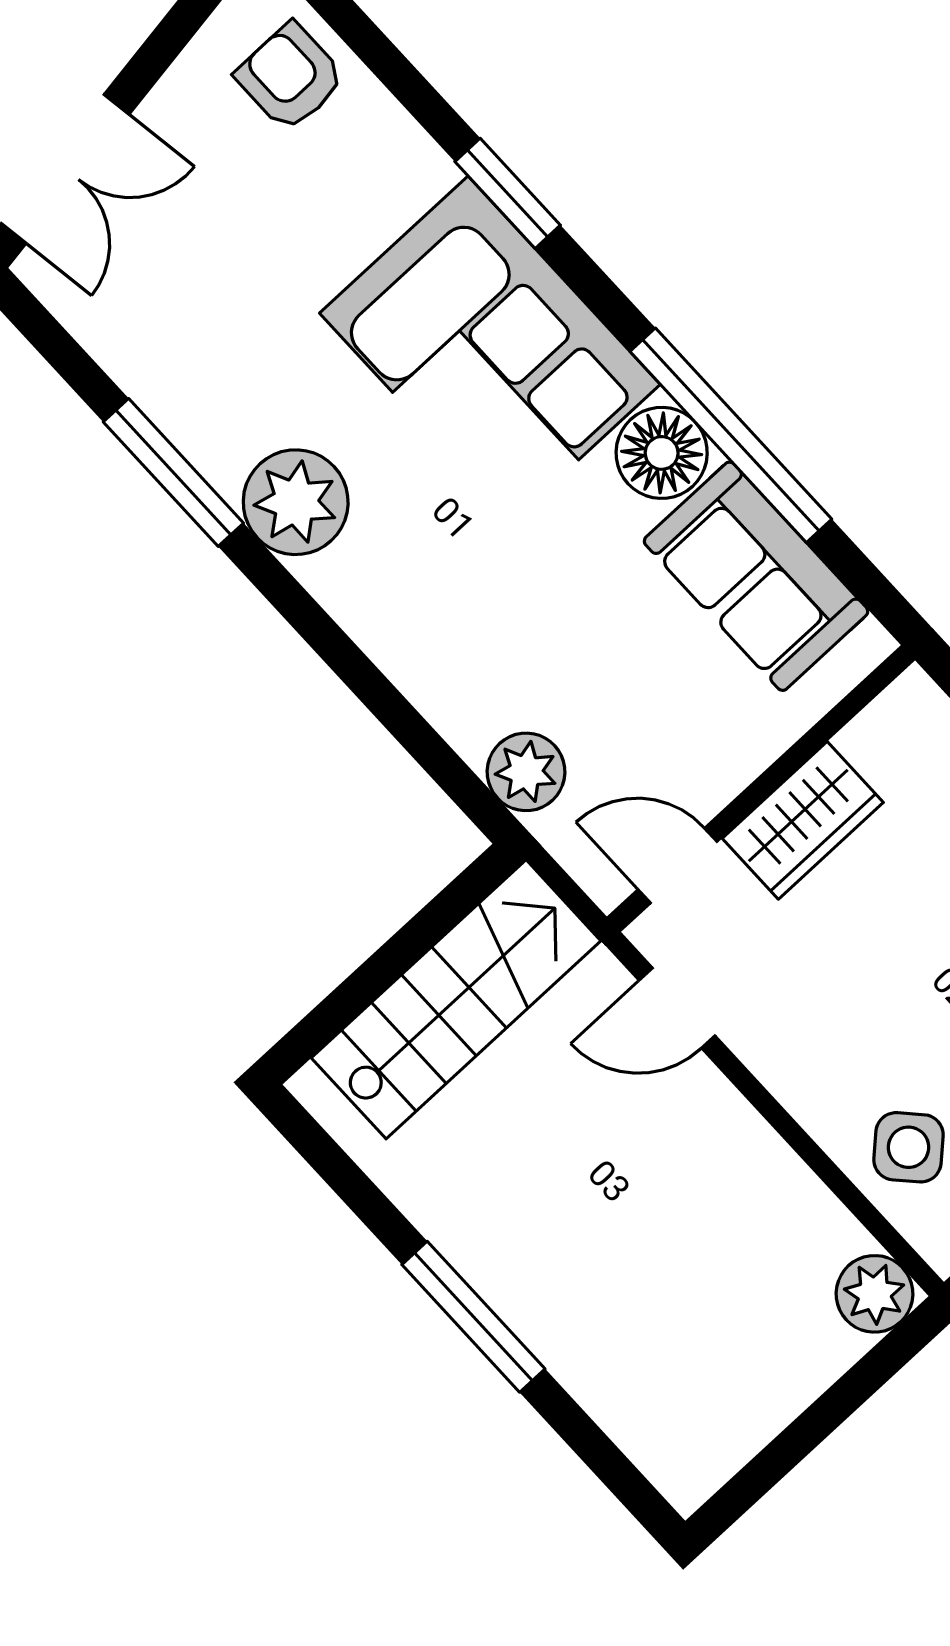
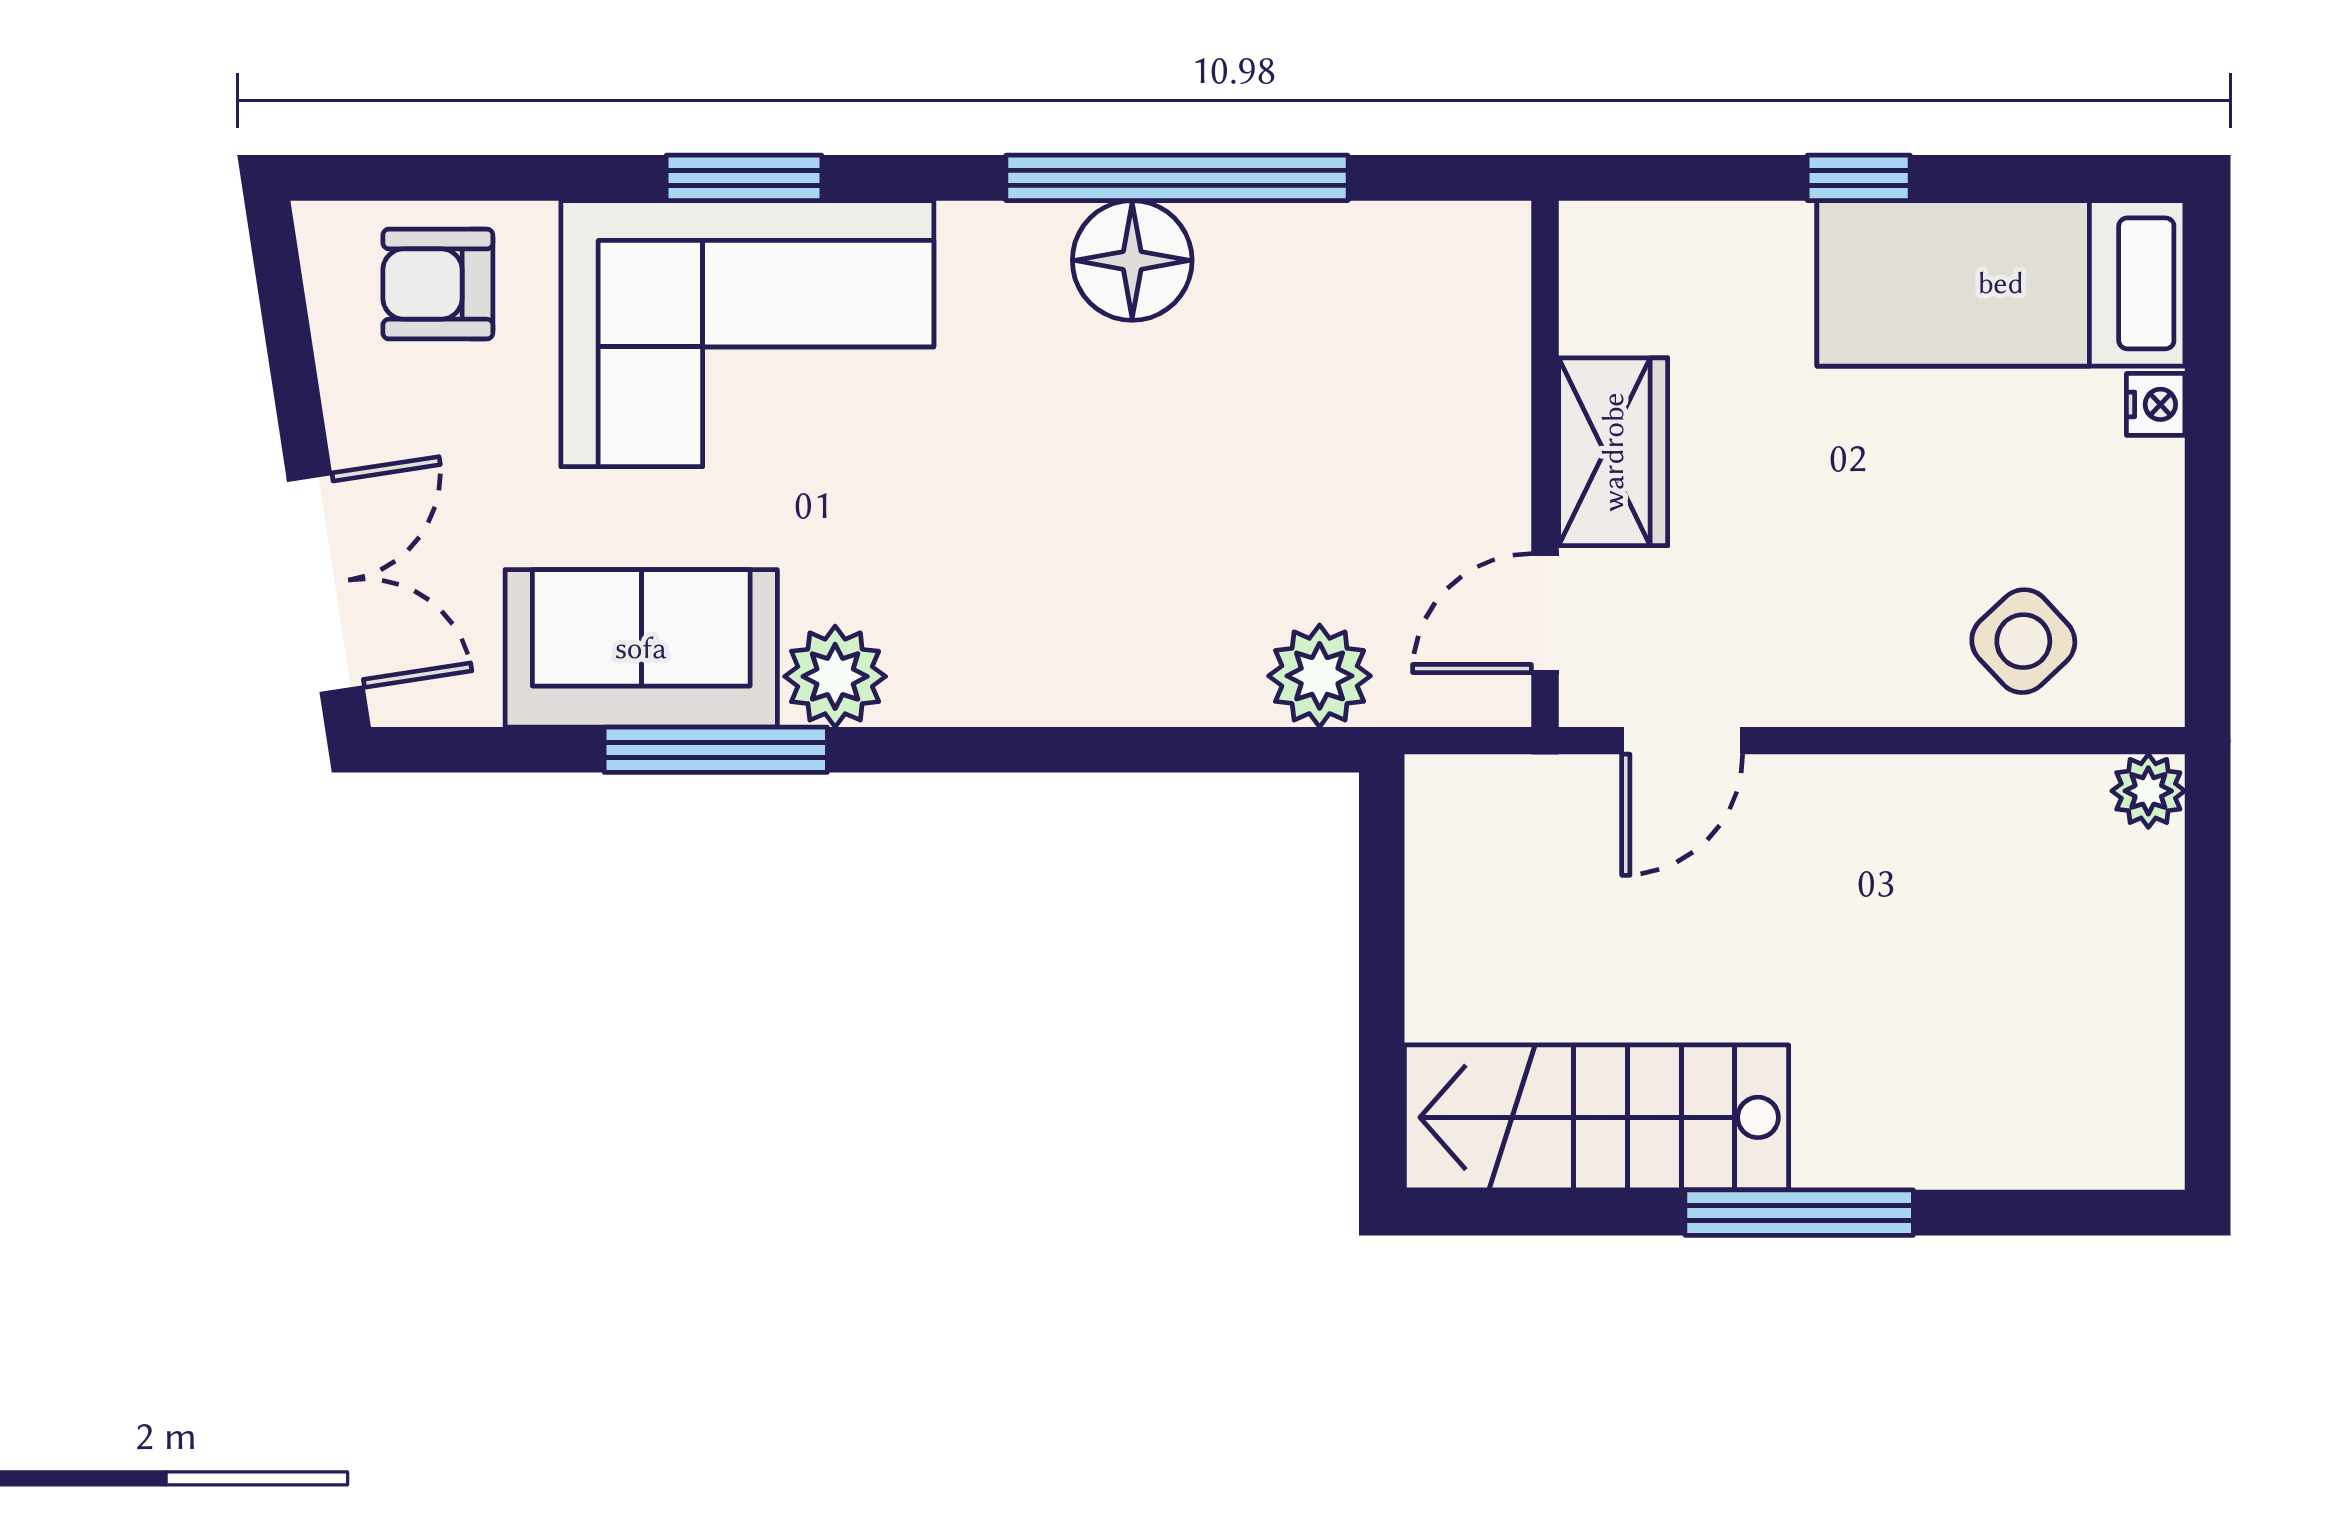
corner sofa: (490, 349) -> (747, 334), moved
plant: (296, 502) -> (835, 676), width x0.73, depth x0.73
sofa: (756, 576) -> (641, 648), moved, turned 180
stairs: (456, 999) -> (1597, 1117), moved, turned -90
plant: (874, 1294) -> (2148, 791), width x0.73, depth x0.73

